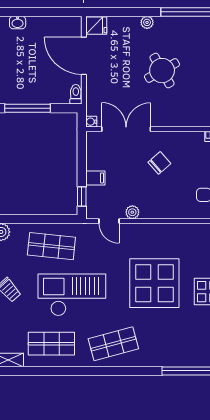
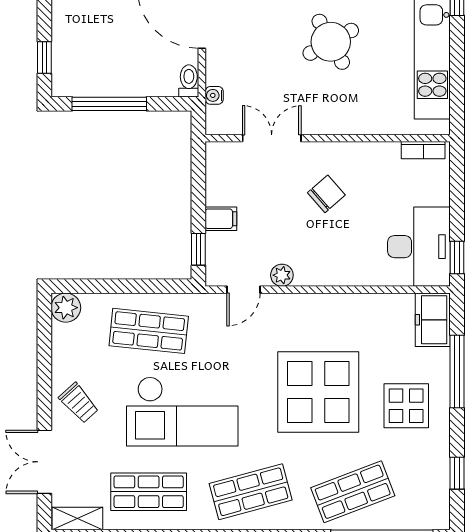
water cooler: (91, 122) -> (214, 95), moved
double door: (126, 129) -> (272, 138), width x0.73
door: (109, 221) -> (243, 290), hinge flipped
checkout: (72, 295) -> (182, 411), turned 180
shop shelf: (175, 344) -> (353, 492), added

